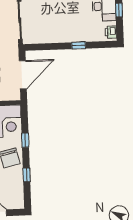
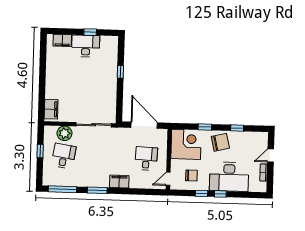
printer: (111, 32) -> (110, 41), removed

